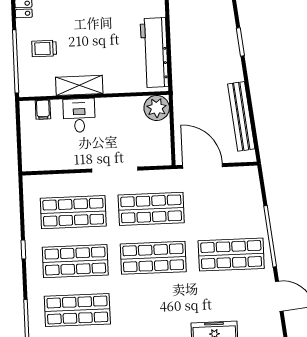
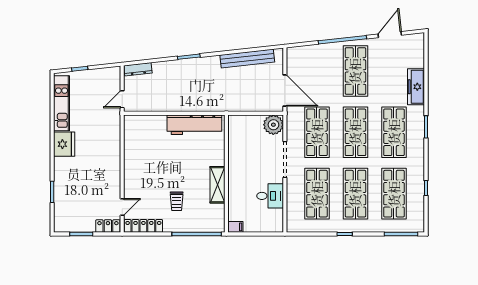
trolley: (44, 48) -> (177, 201), moved
plant: (157, 108) -> (273, 125), moved
filing cabinet: (43, 110) -> (235, 227), moved
desk: (79, 115) -> (270, 196), moved, turned 180
door: (203, 166) -> (285, 91), swing flipped
shop shelf: (155, 307) -> (394, 132), added

